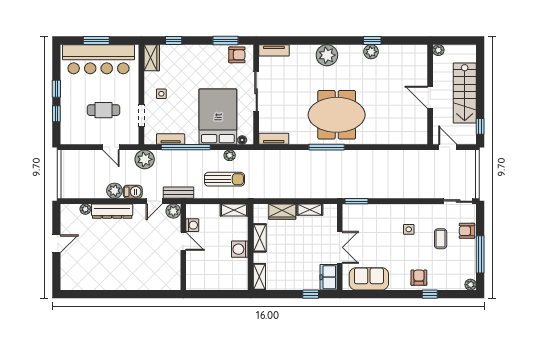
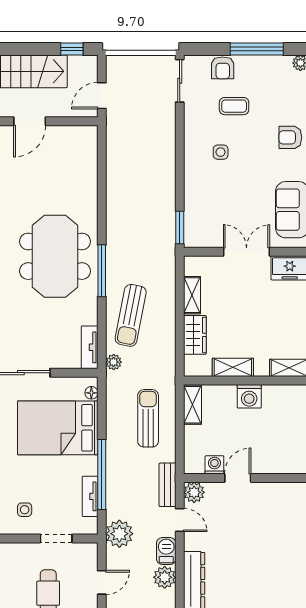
plant: (230, 155) -> (114, 362), moved
sun lounger: (296, 167) -> (131, 315), added

